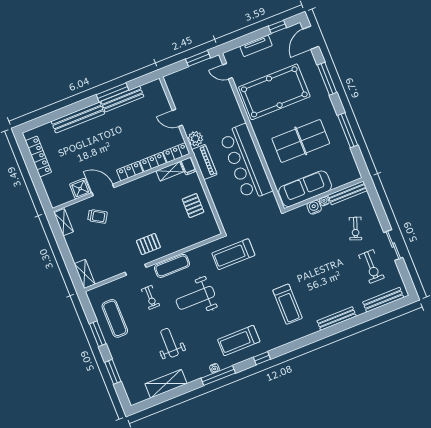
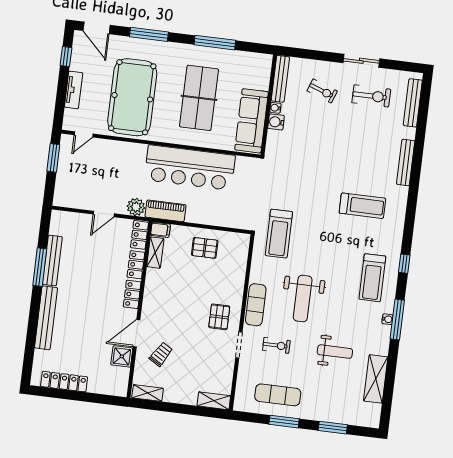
weight bench: (170, 343) -> (335, 352), turned 180

